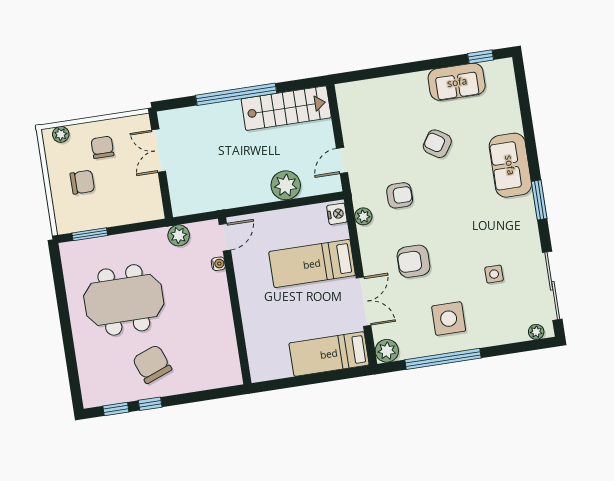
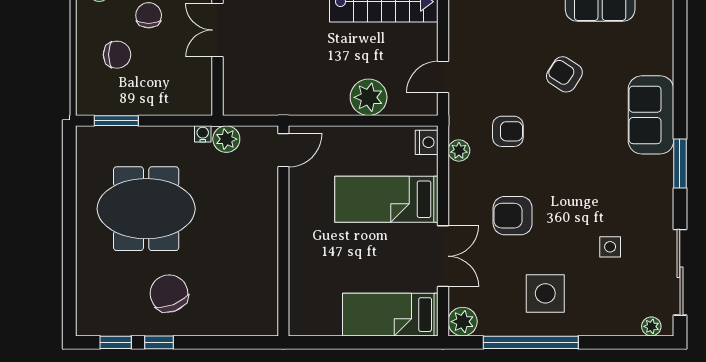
water cooler: (218, 264) -> (203, 134), moved, turned -90

